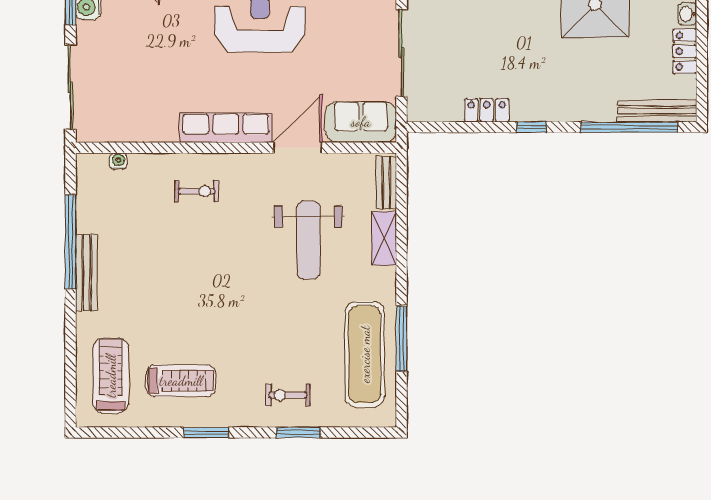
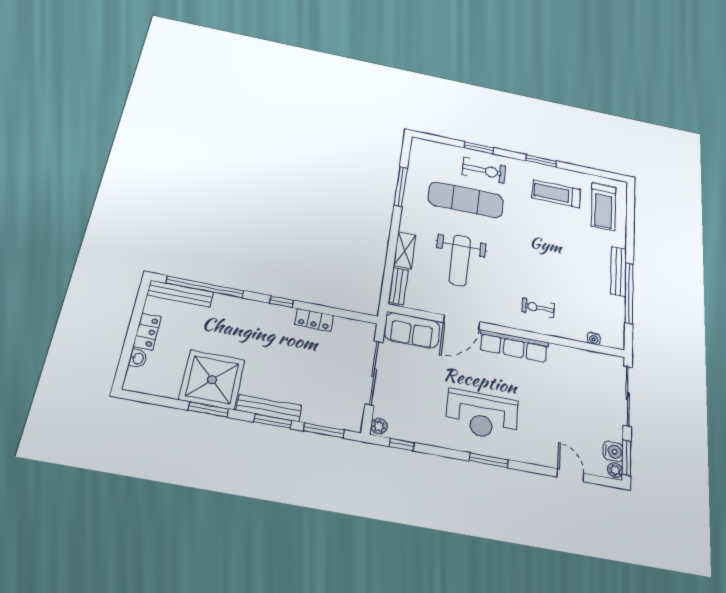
weight bench: (308, 240) -> (460, 260), turned 180
exercise mat: (365, 354) -> (466, 200), moved, turned 90
exercise bike: (288, 395) -> (484, 170), width x1.38, depth x1.39

